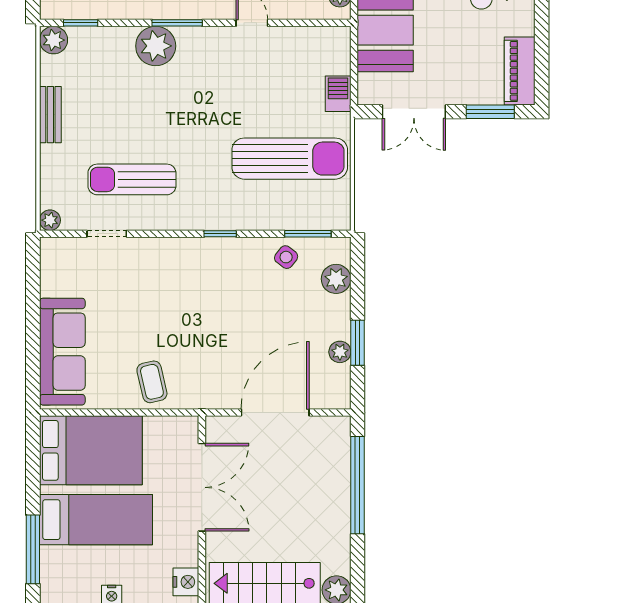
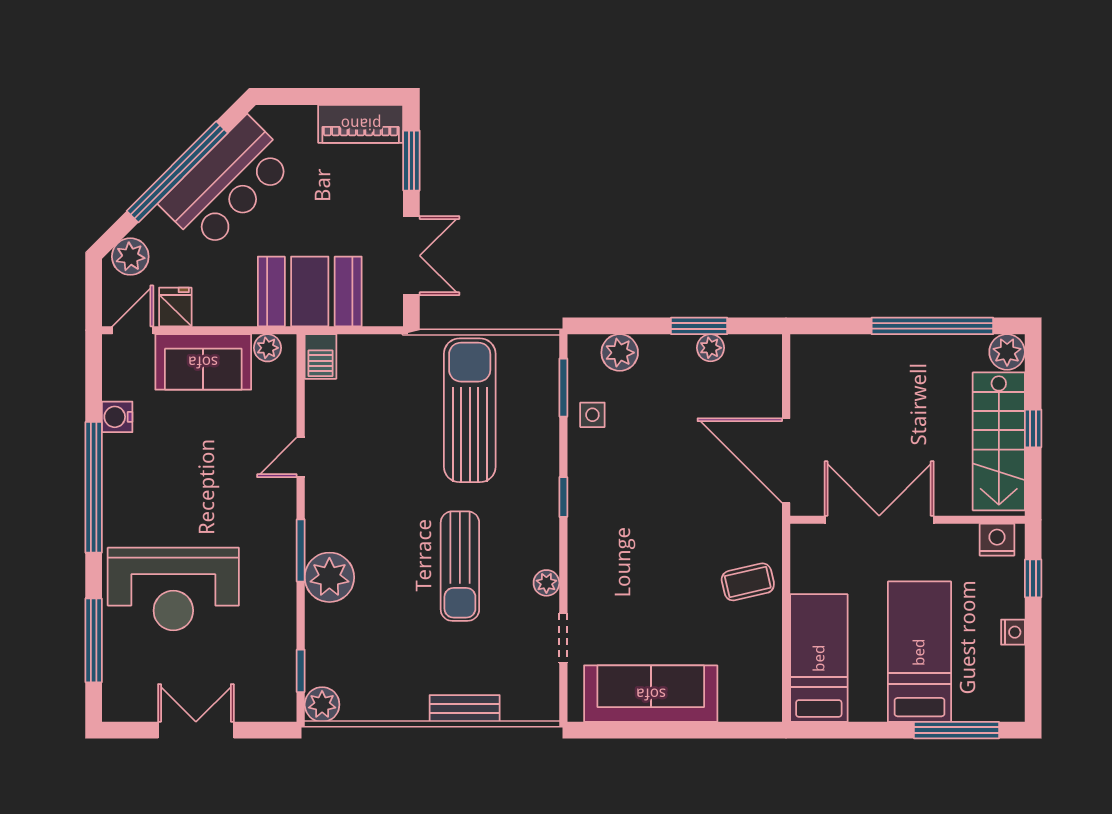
barbecue: (338, 94) -> (321, 357), moved, turned -90
bench: (50, 115) -> (465, 708), moved
sun lounger: (132, 179) -> (460, 566), moved
plant: (50, 220) -> (546, 583), moved
side table: (286, 257) -> (592, 415), turned -38
sofa: (62, 352) -> (651, 694), moved
door: (275, 413) -> (786, 461), moved
bed: (91, 450) -> (819, 658), width x0.67
window: (357, 485) -> (932, 326), moved

